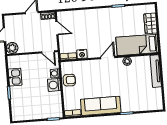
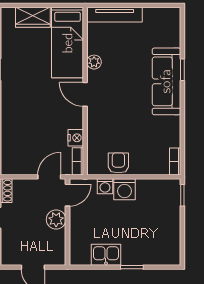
door: (57, 28) -> (49, 177), moved
plant: (12, 48) -> (56, 220), moved
sofa: (101, 106) -> (166, 81), moved

